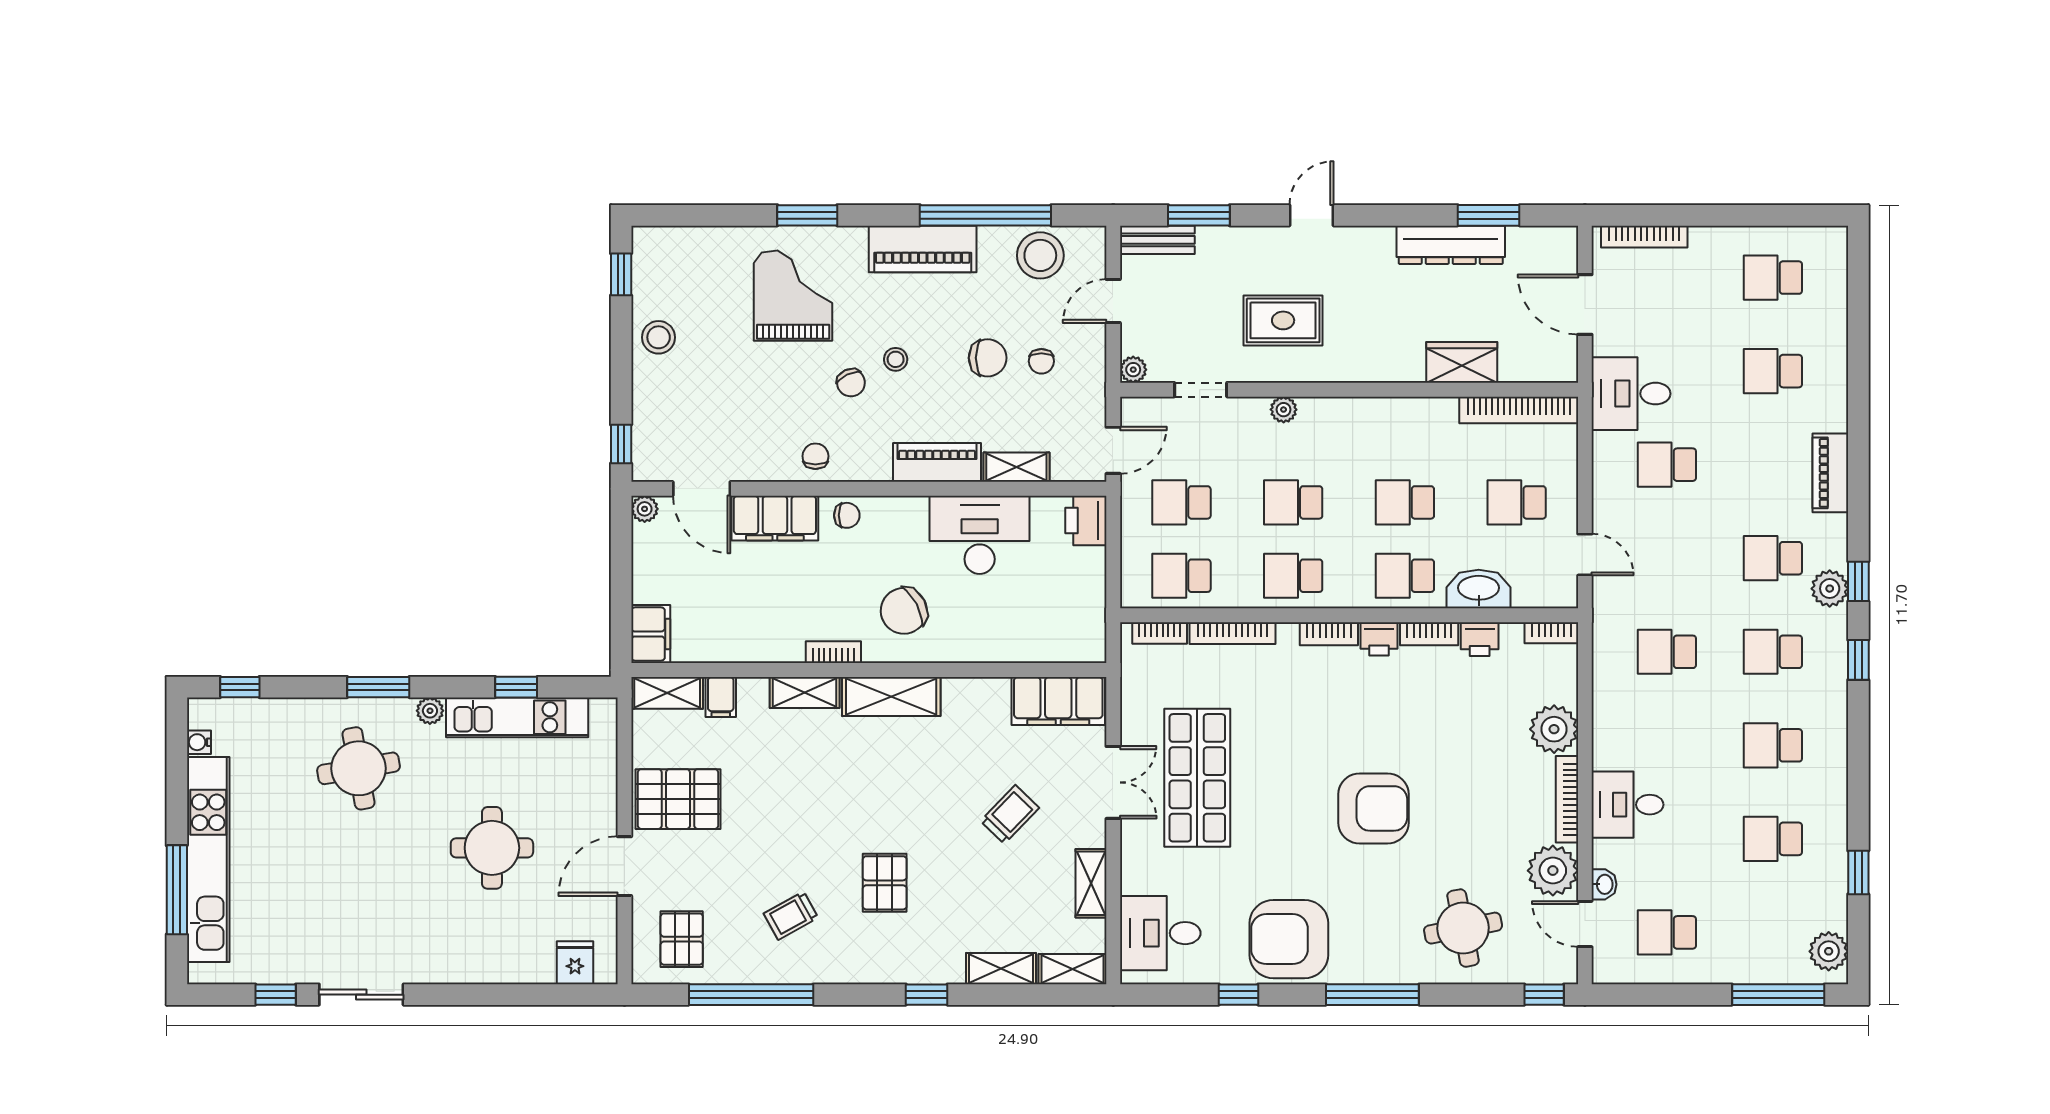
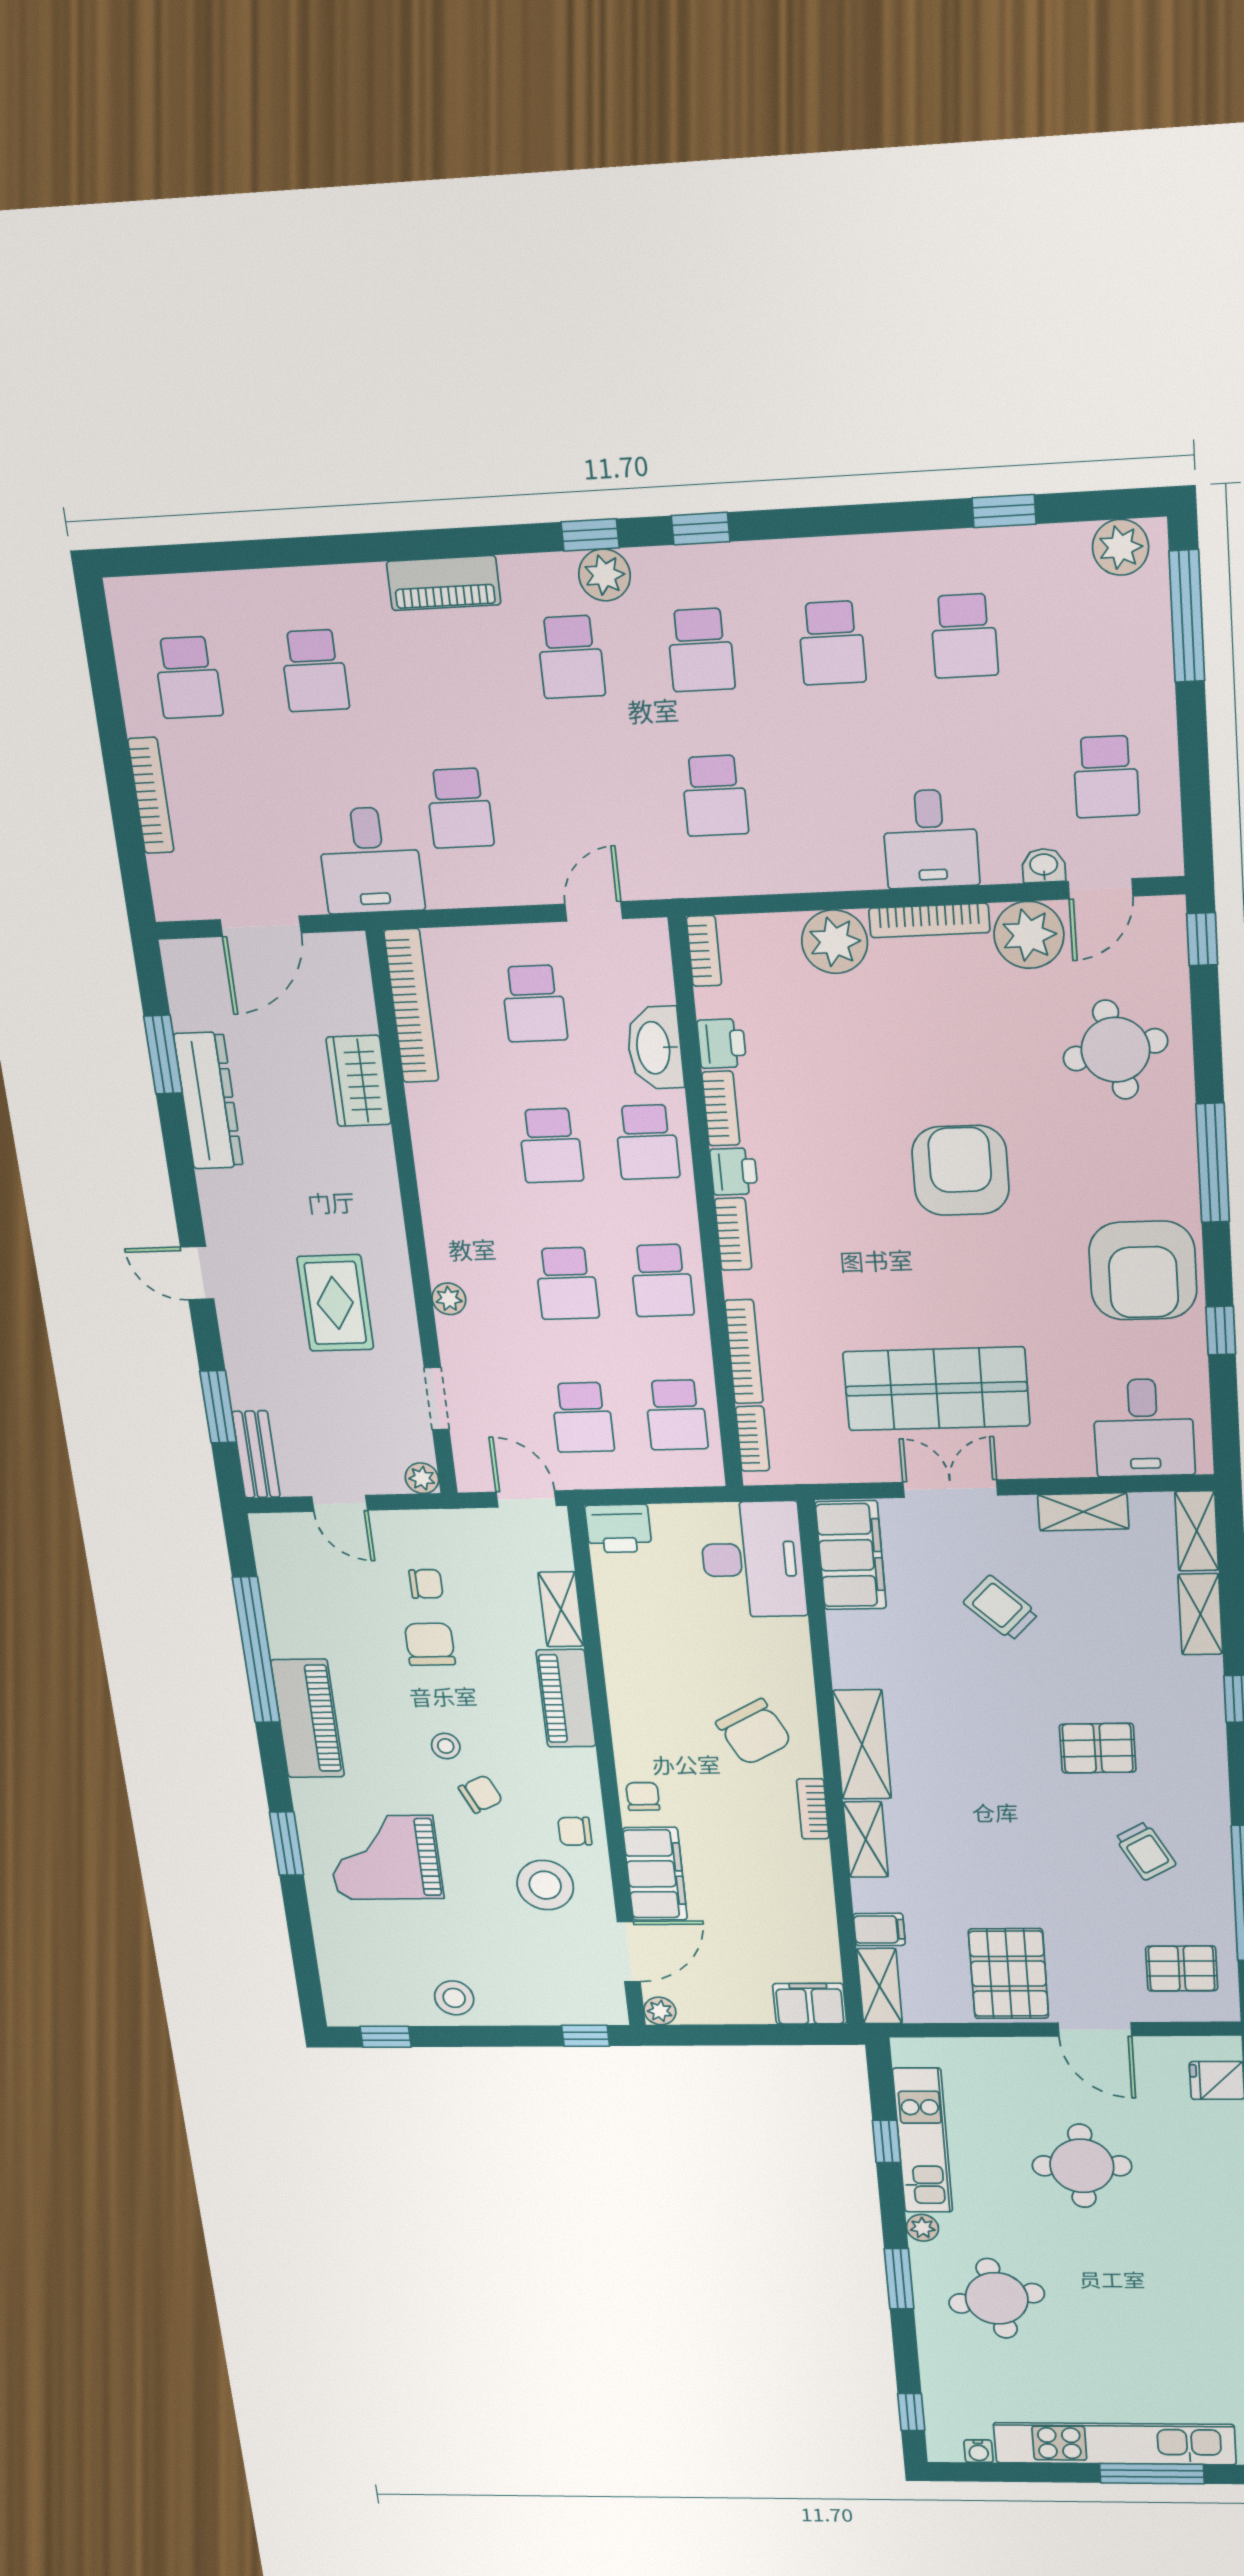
bookcase: (1644, 237) -> (151, 795), moved
stool: (1040, 255) -> (545, 1885), moved
desk: (980, 535) -> (753, 1559), moved, turned 180

